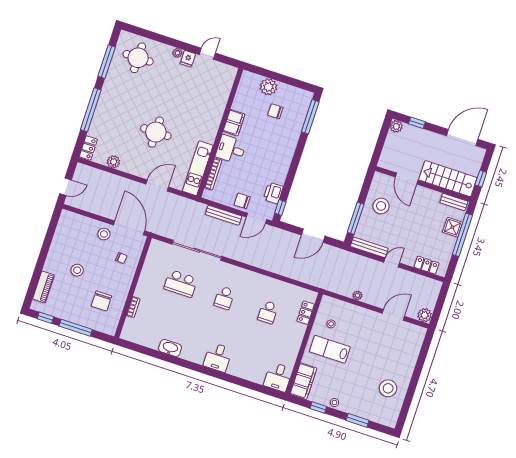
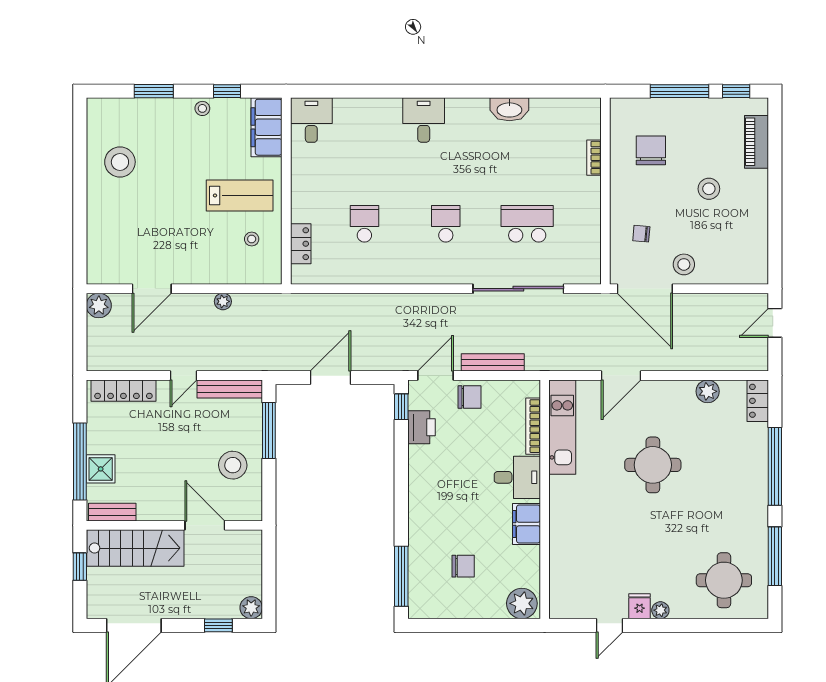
plant: (269, 87) -> (522, 603), moved
locker: (426, 265) -> (123, 391), width x1.53

